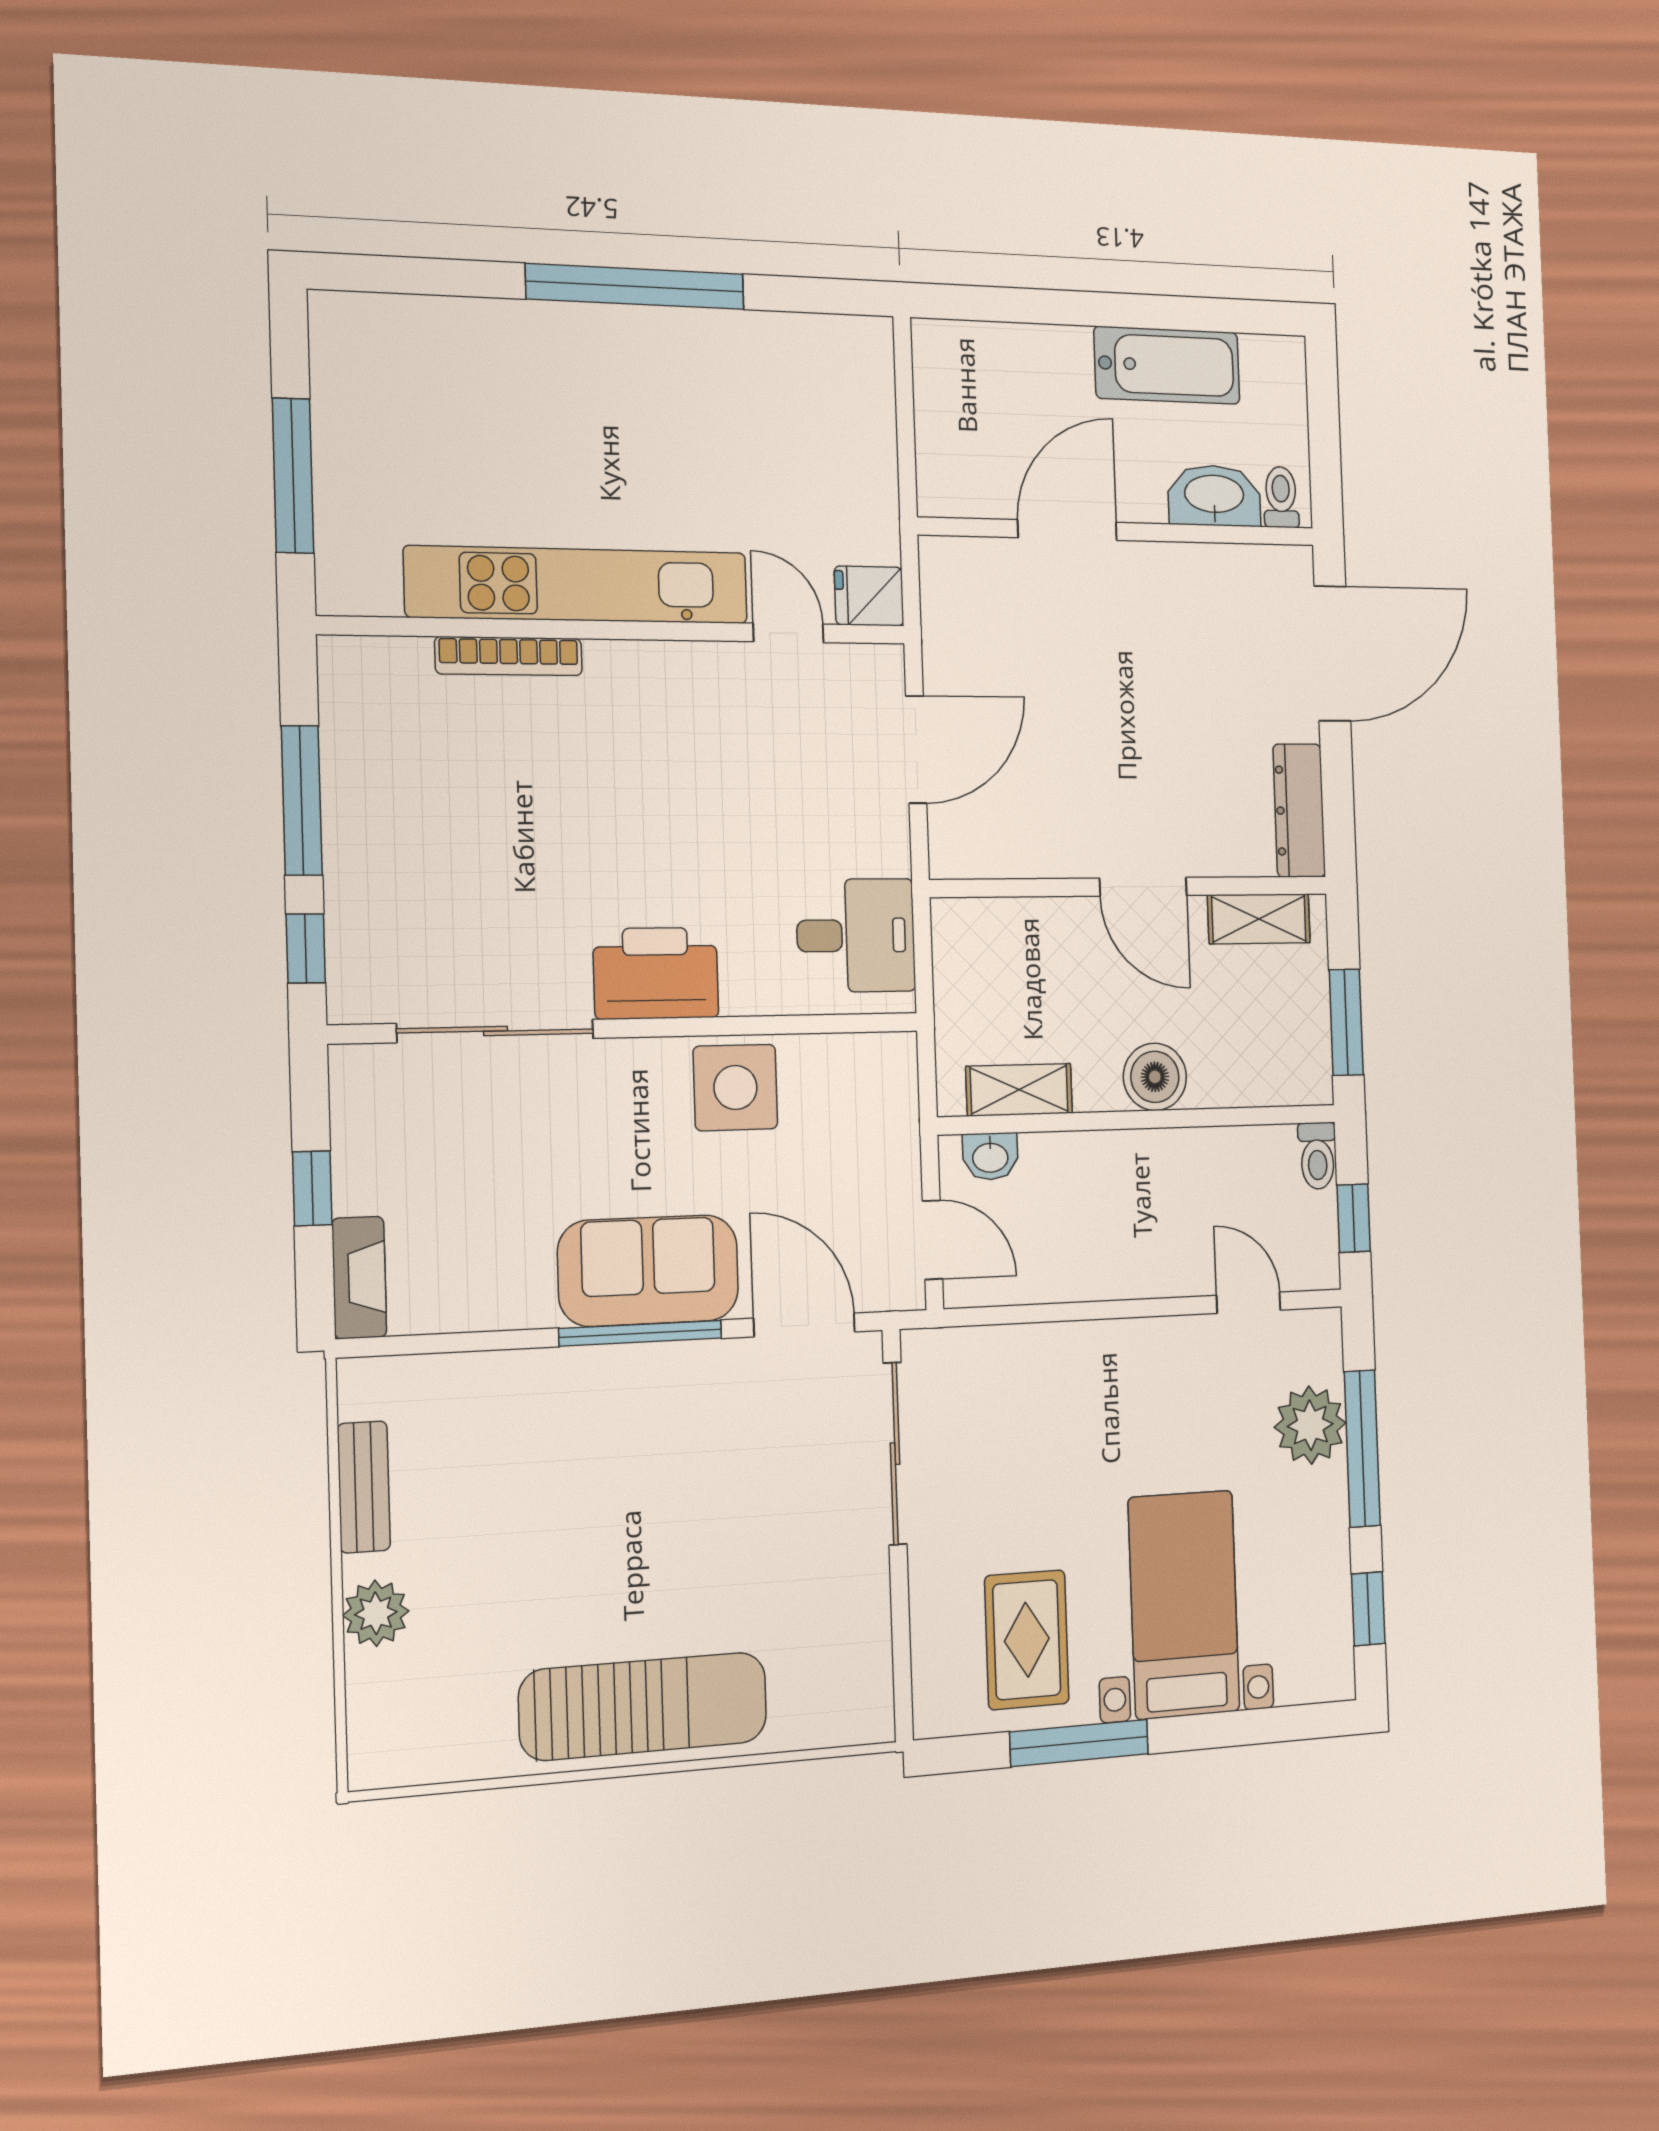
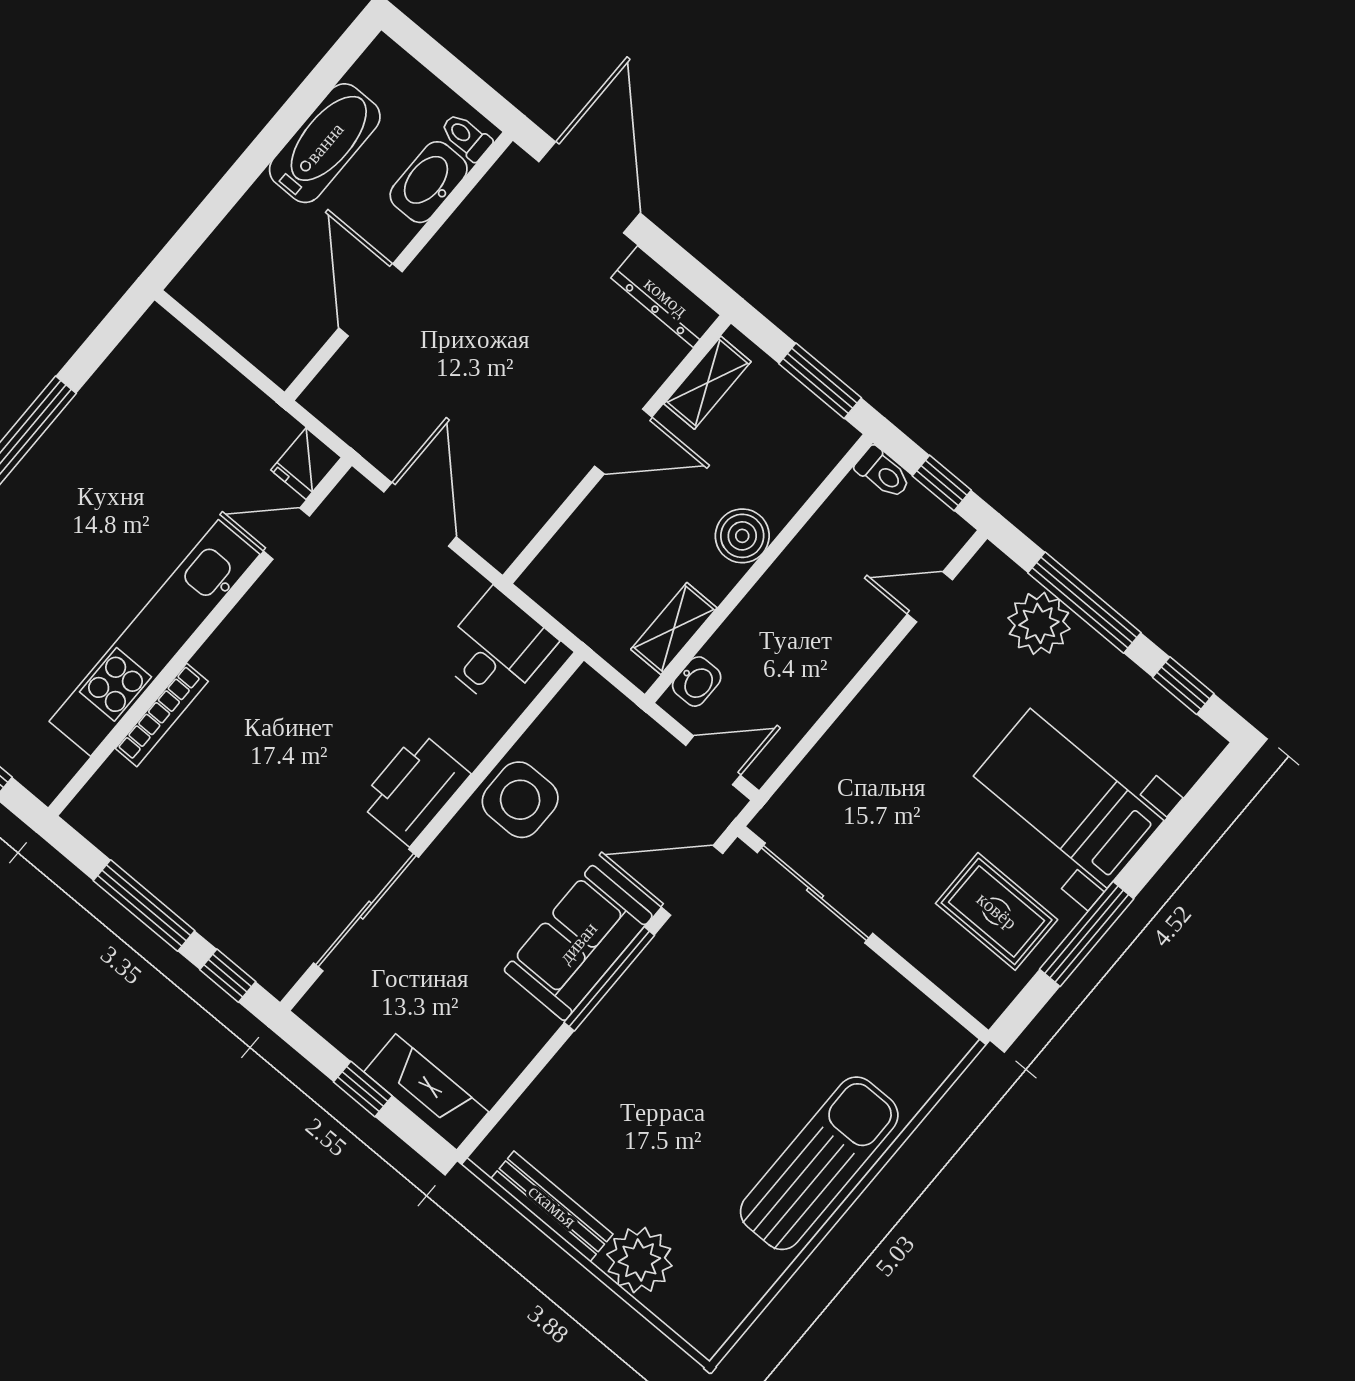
fireplace: (359, 1278) -> (426, 1092), width x1.37, depth x1.32
bench: (364, 1487) -> (552, 1206), width x1.36
plant: (376, 1613) -> (639, 1260), width x1.36, depth x1.36

